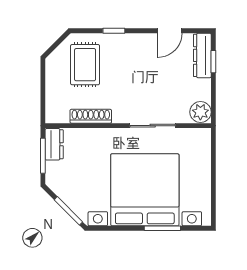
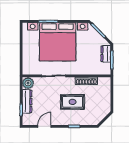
dresser: (202, 55) -> (27, 101), moved
rug: (85, 65) -> (73, 102), moved, turned 90
dresser: (54, 144) -> (106, 54), moved

